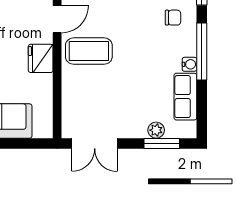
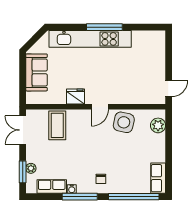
door: (57, 19) -> (100, 107), hinge flipped
coffee table: (89, 51) -> (57, 125), moved

